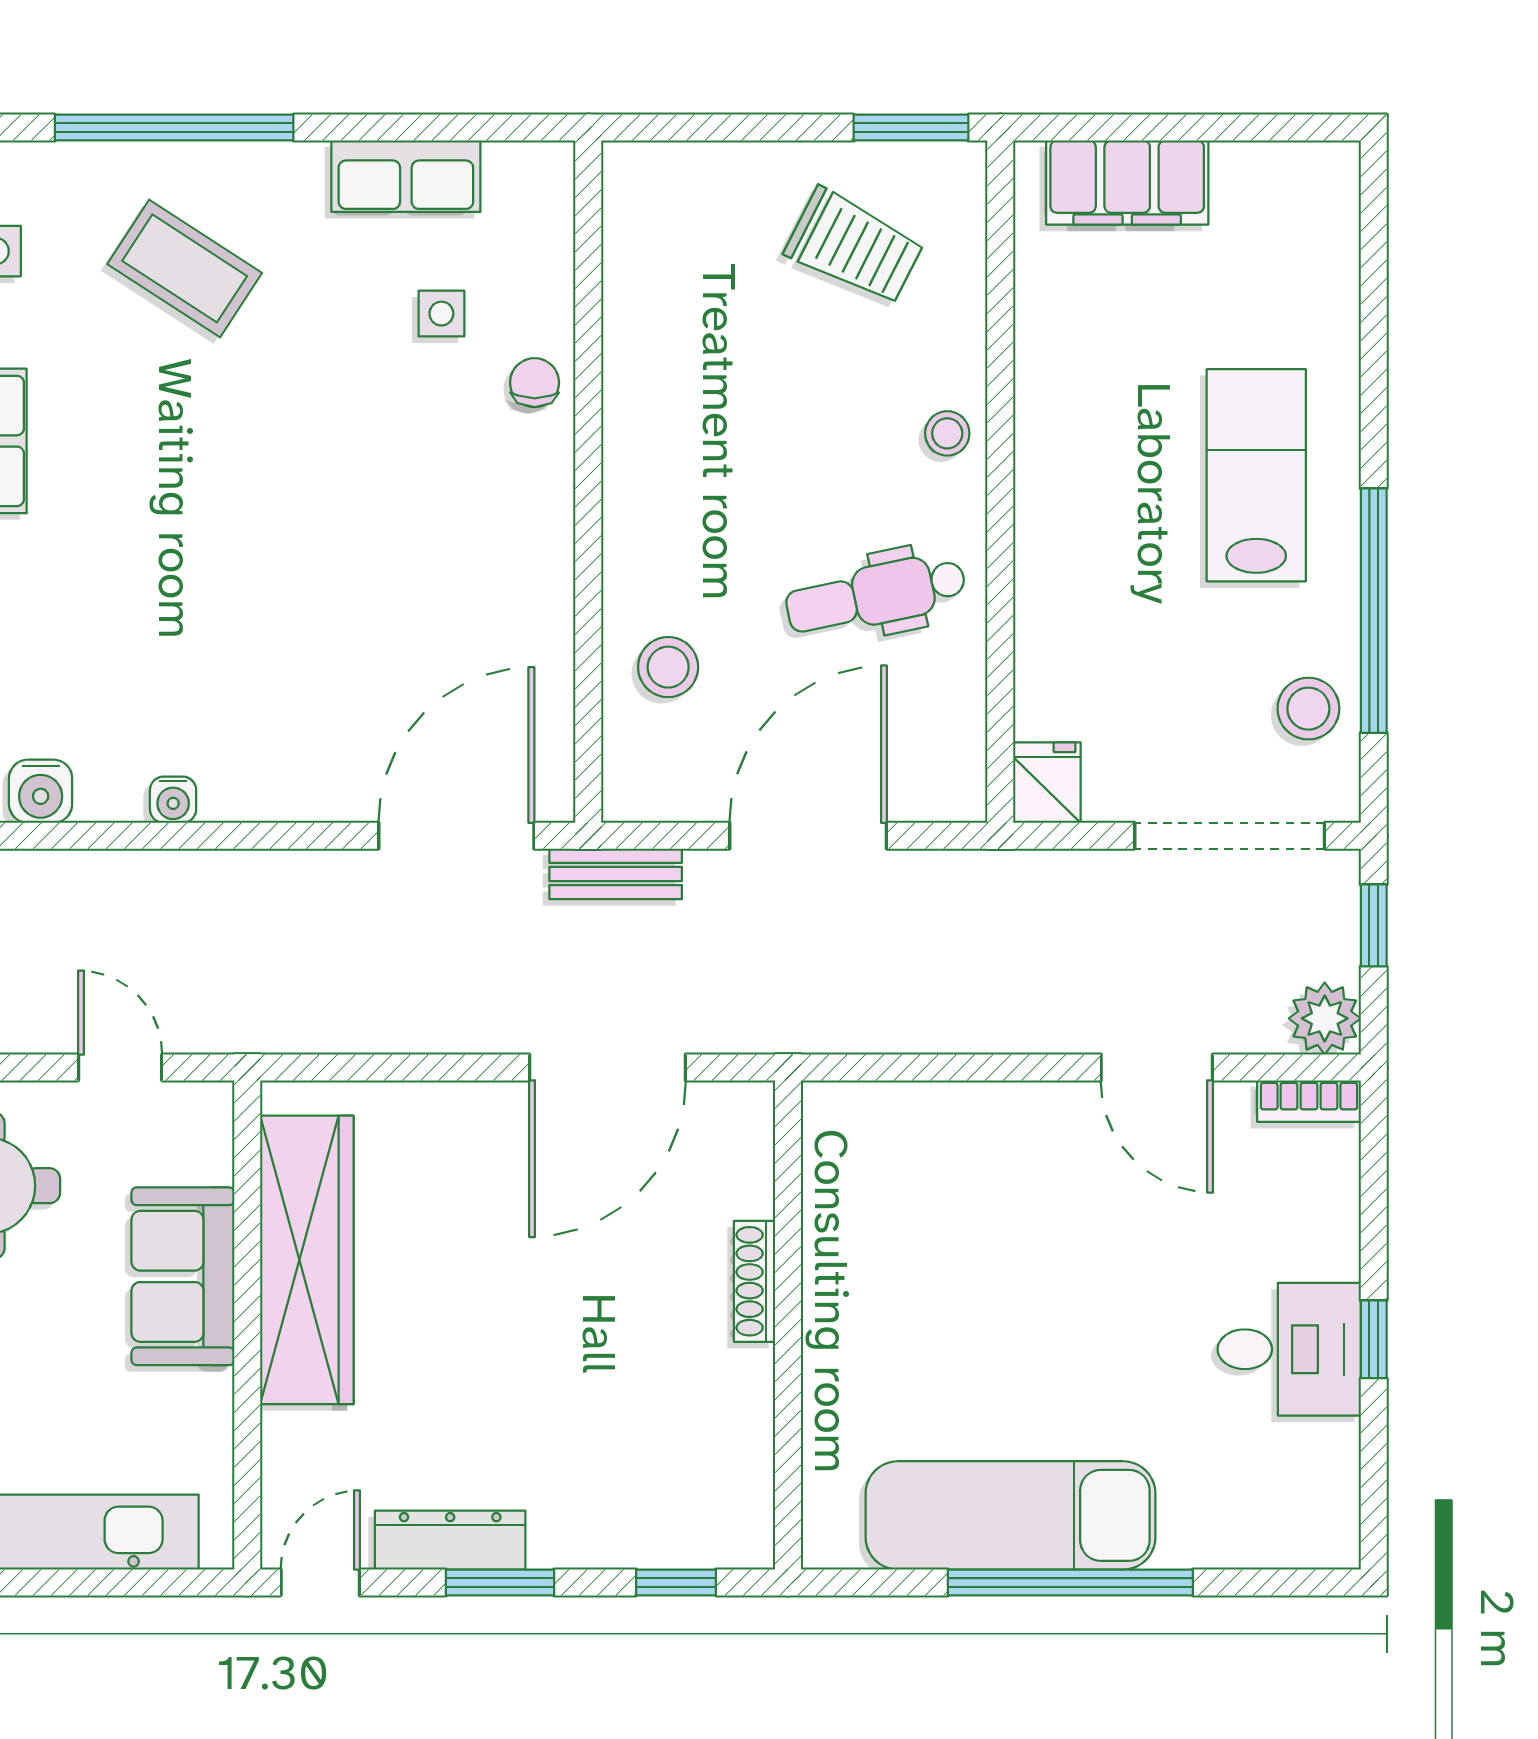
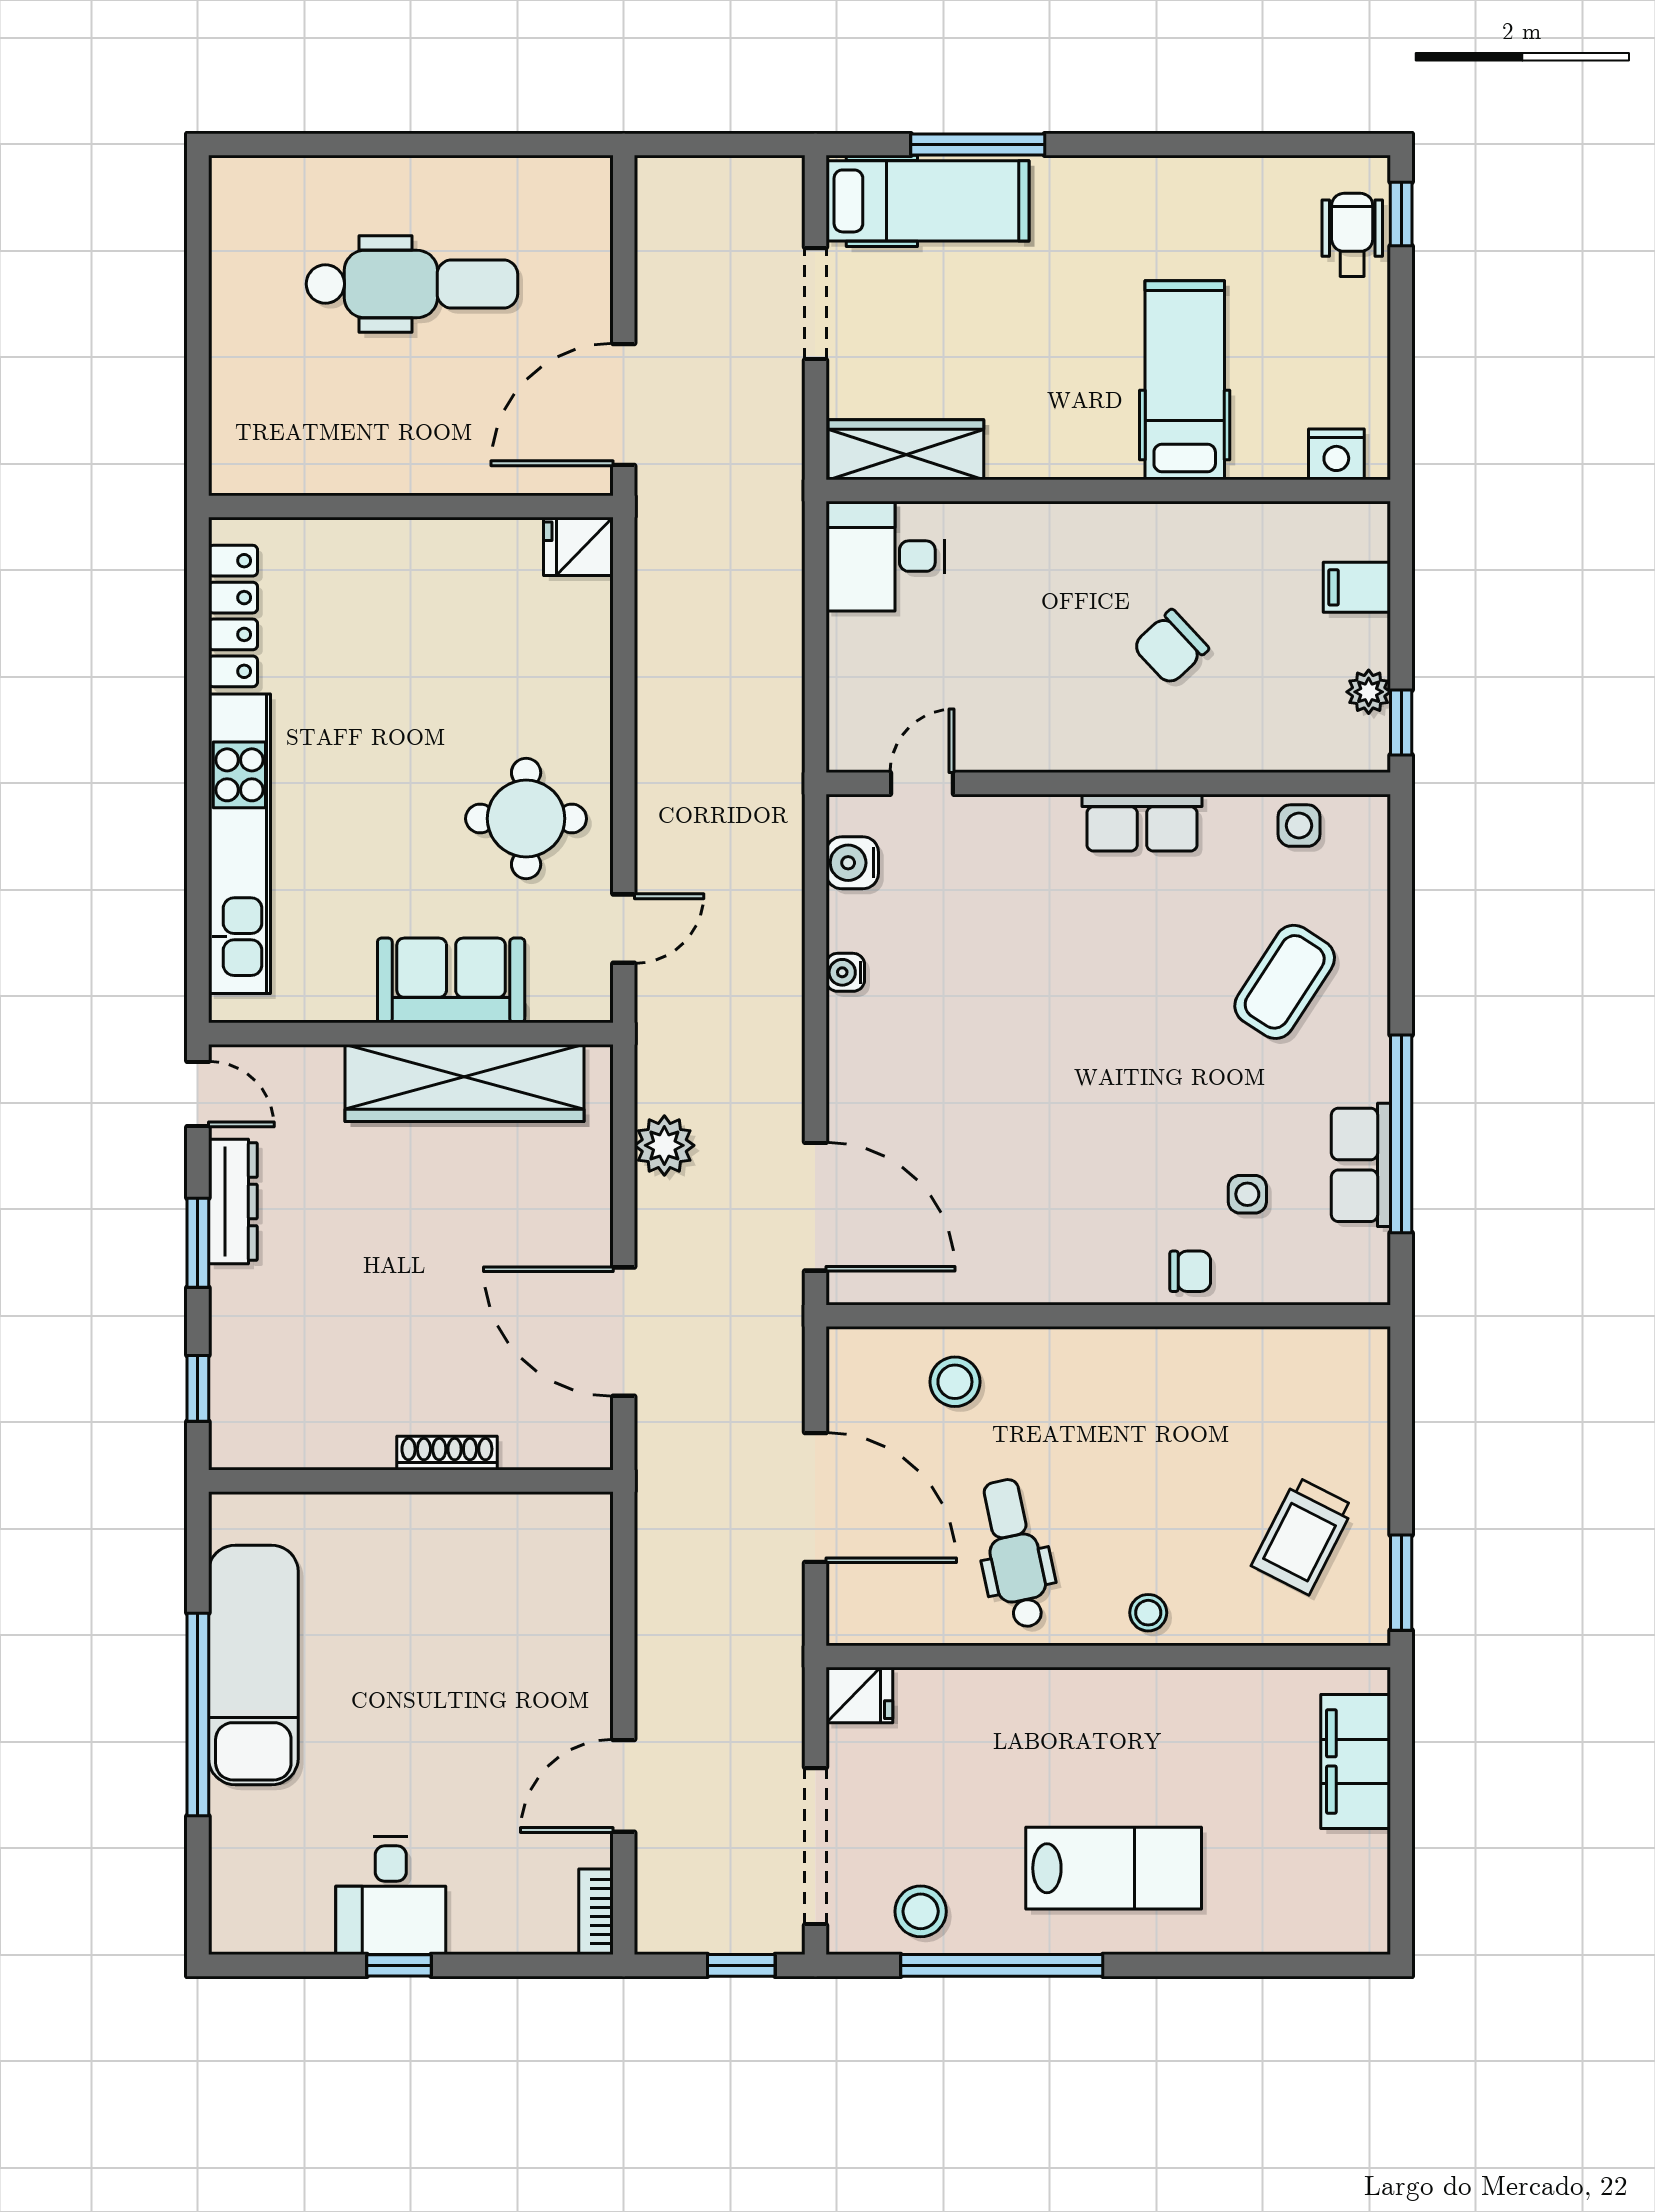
window: (174, 128) -> (1401, 1134), moved
bench: (616, 874) -> (784, 1338), removed
plant: (1325, 1018) -> (664, 1145), moved

